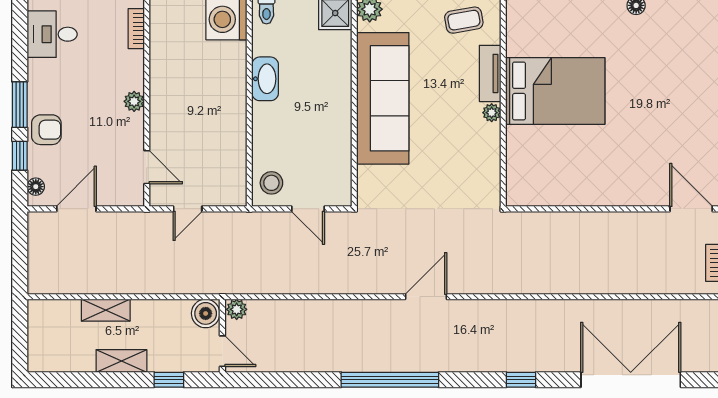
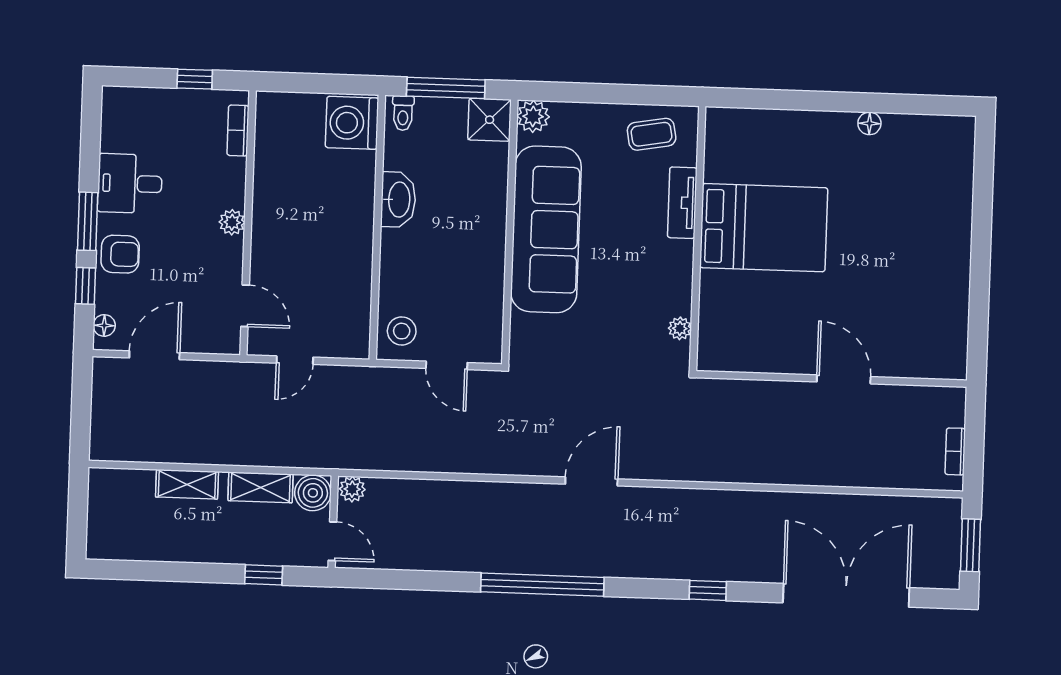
desk: (52, 34) -> (130, 183), moved
plant: (492, 113) -> (680, 328), moved
door: (691, 209) -> (844, 379), moved
shelving: (121, 361) -> (261, 487), moved

